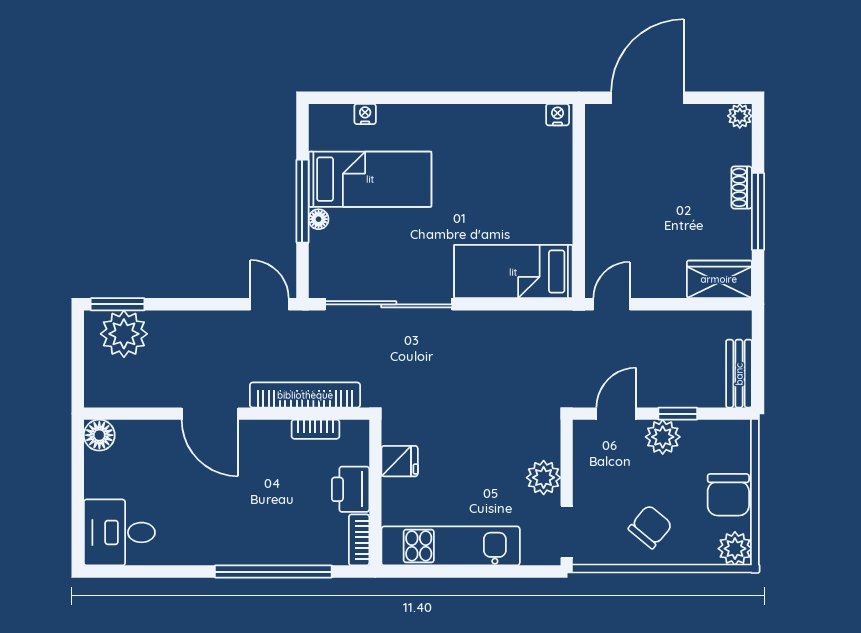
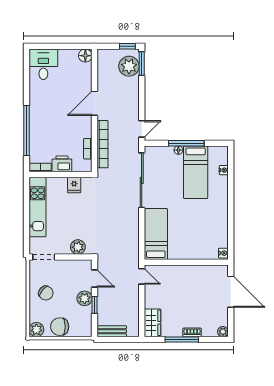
window: (78, 338) -> (127, 46), added
plant: (544, 478) -> (78, 247), moved

